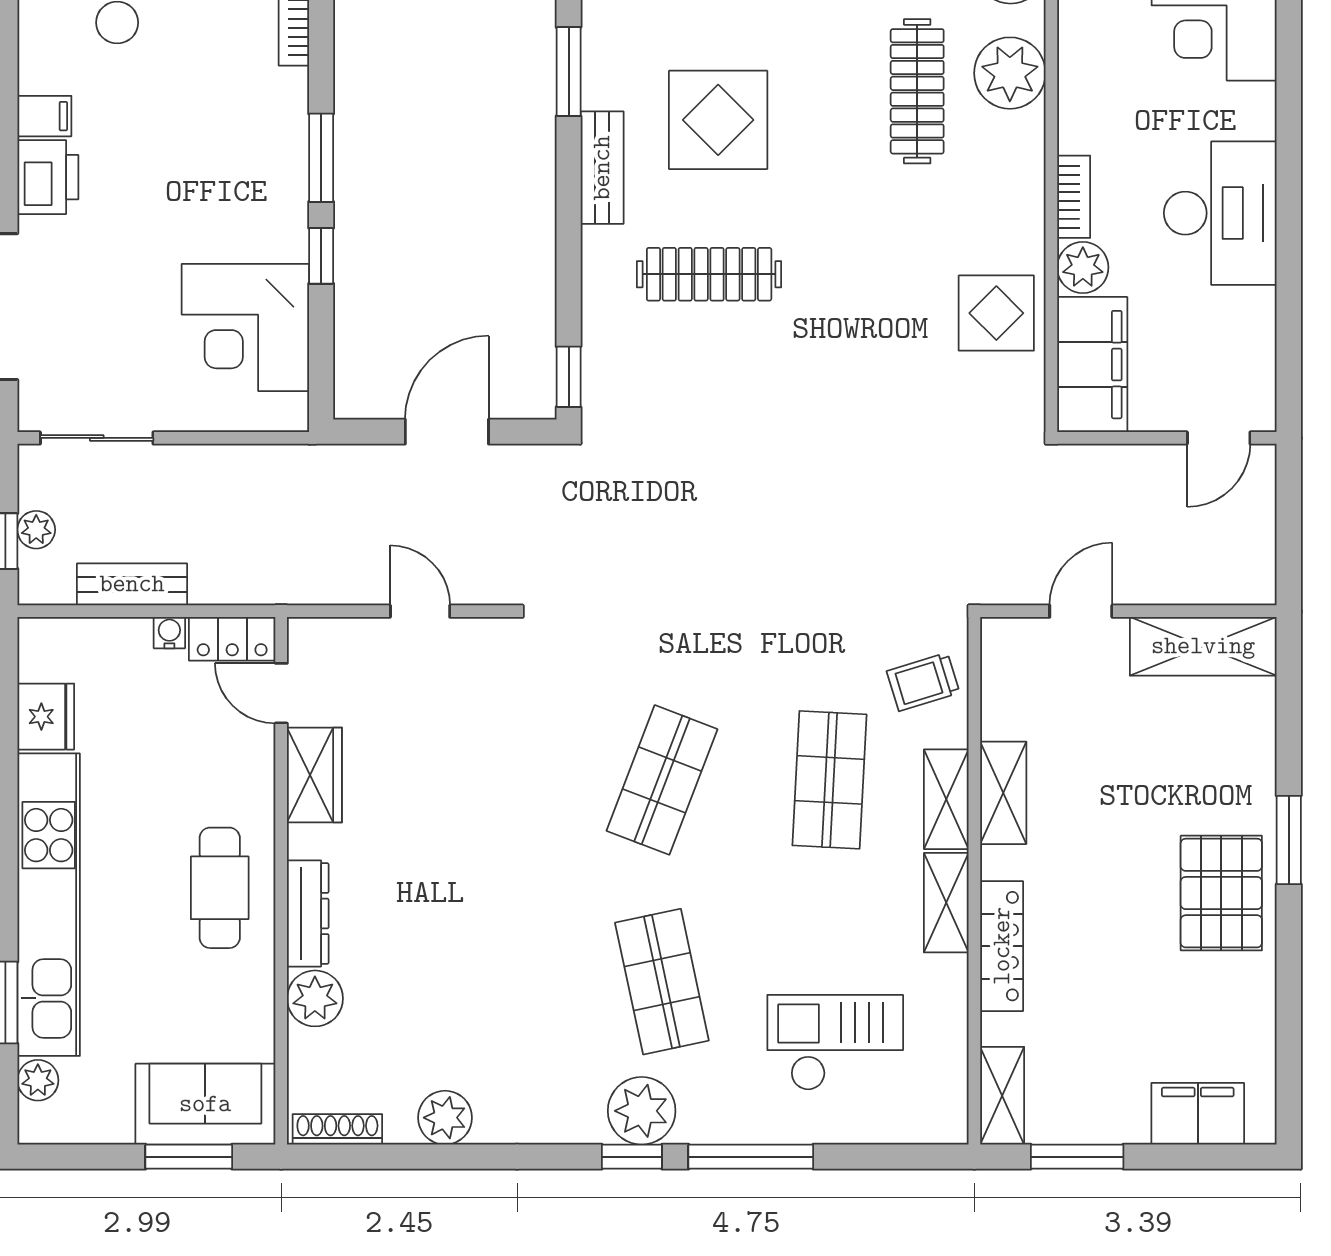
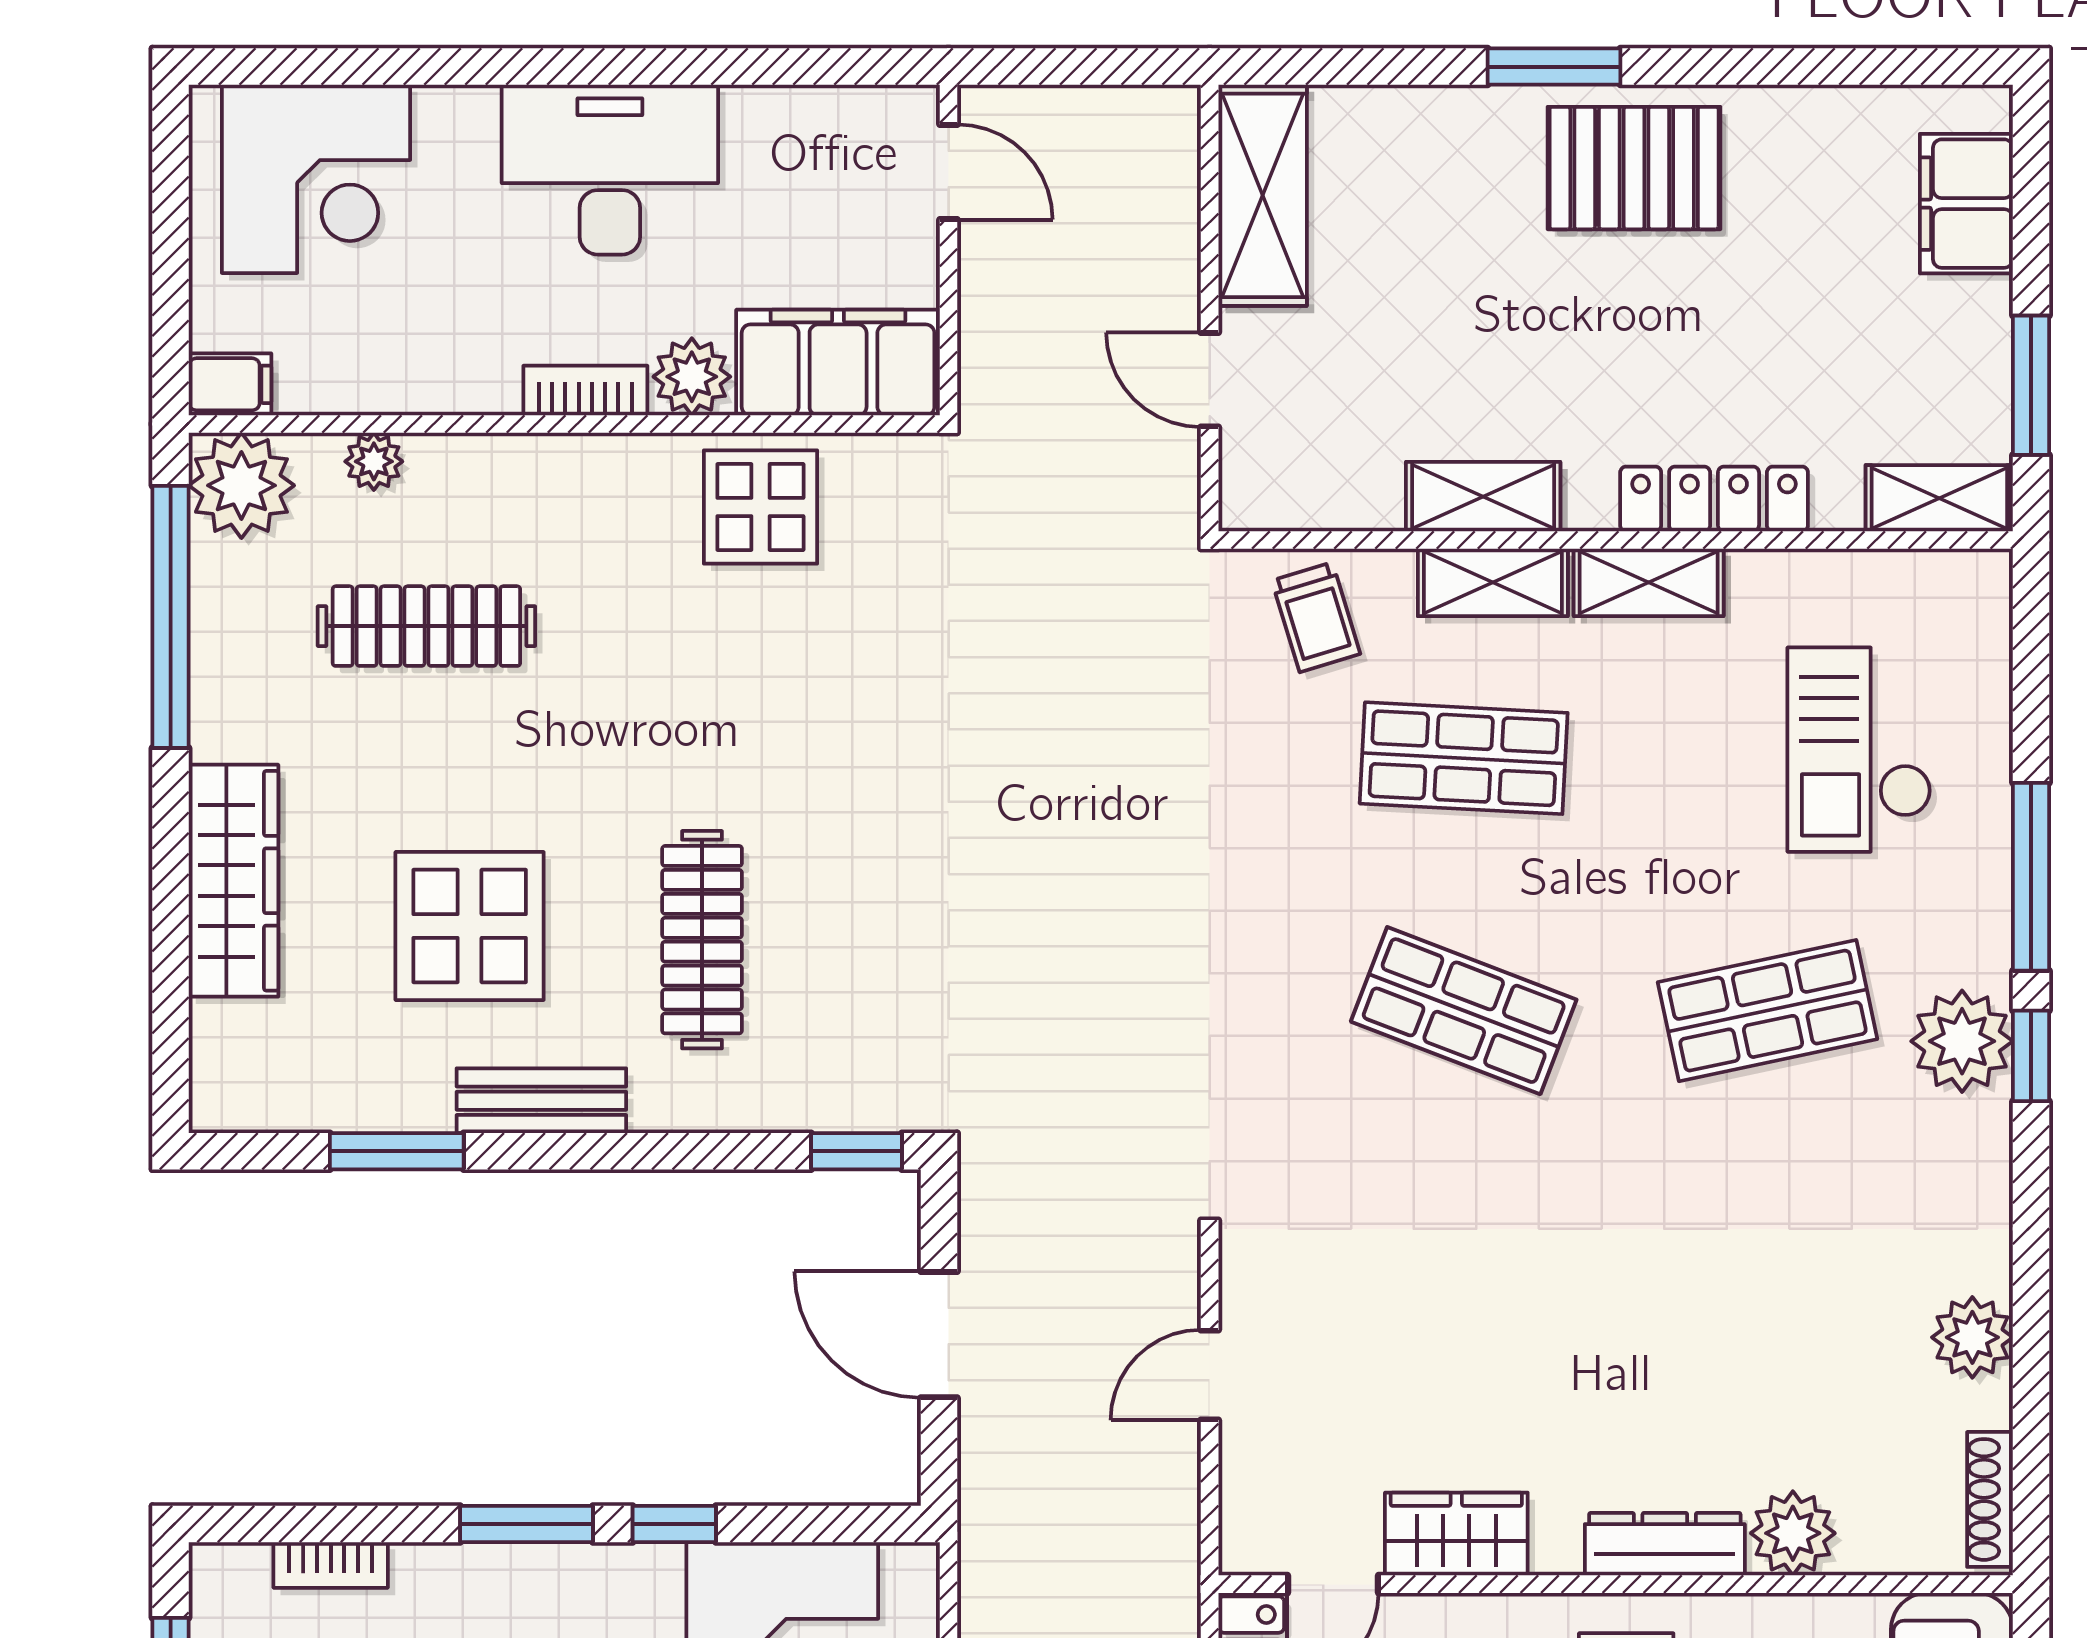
plant: (1010, 73) -> (374, 461), width x0.53, depth x0.53

